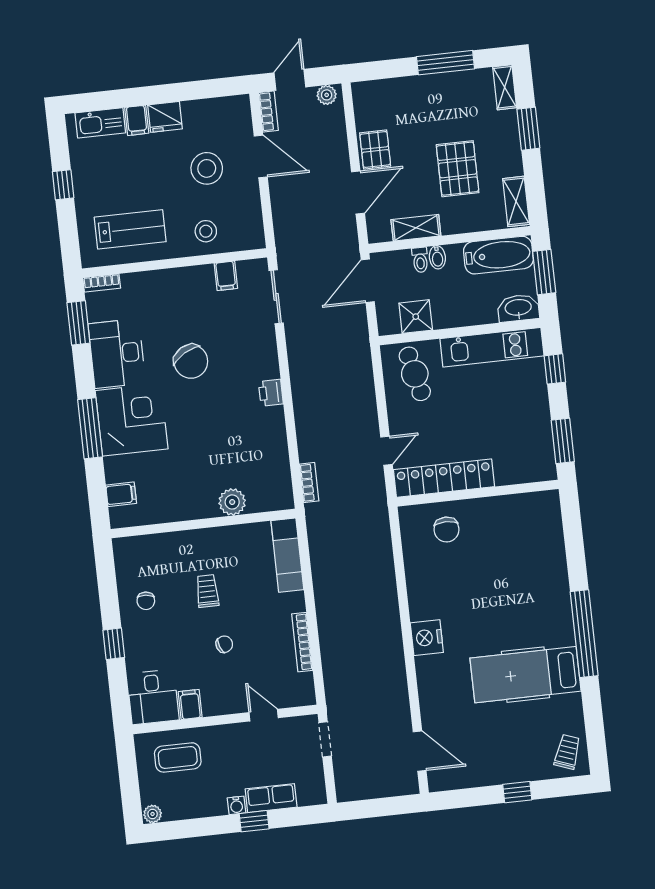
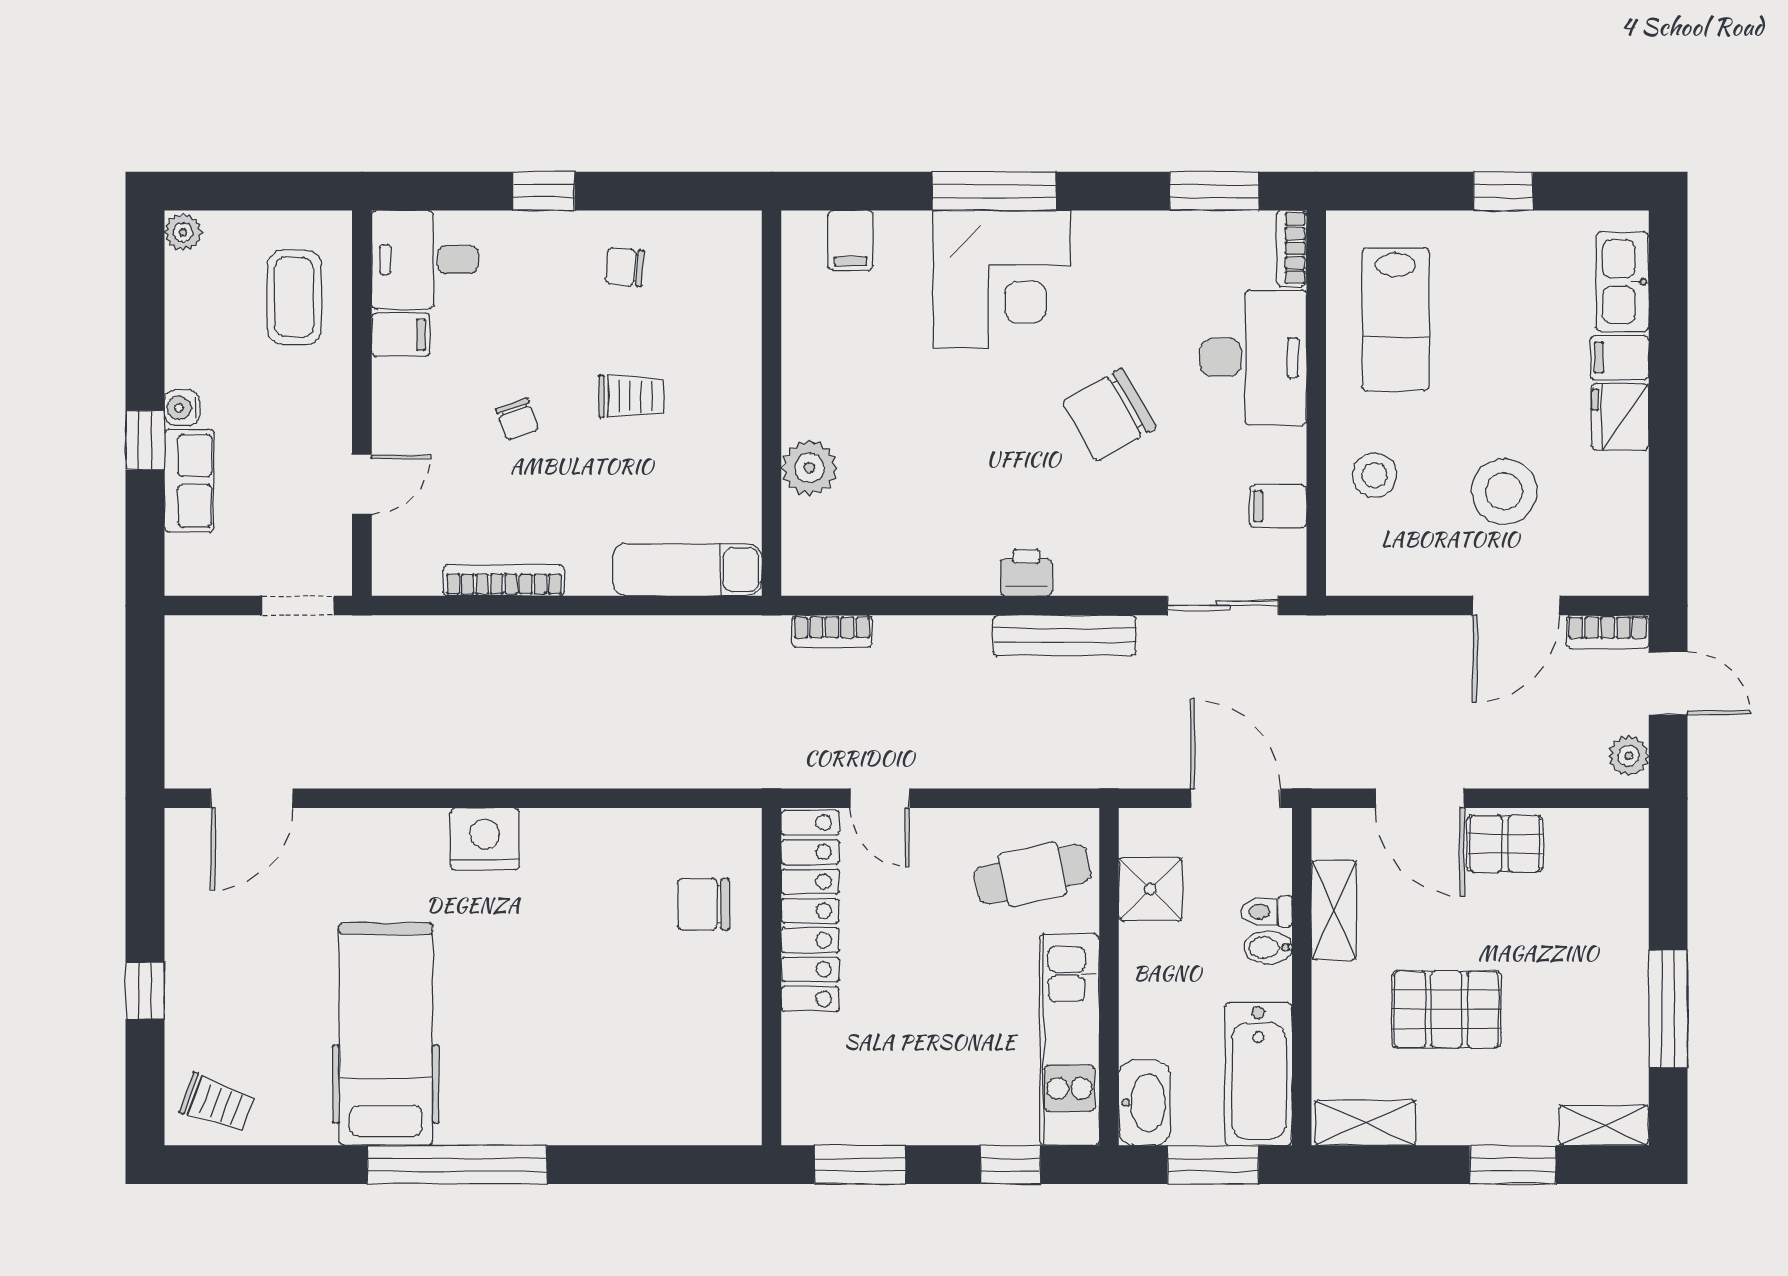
desk: (117, 354) -> (1253, 358), moved, turned 90
bench: (299, 371) -> (1064, 635), added

